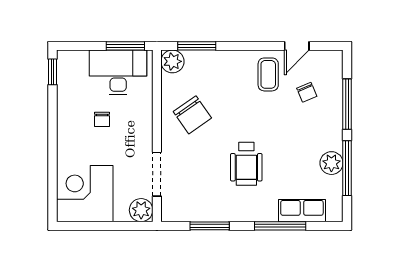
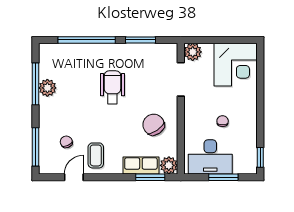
window: (125, 46) -> (223, 177), moved
window: (347, 104) -> (36, 147), moved
row of seats: (302, 211) -> (141, 166), moved, turned 180
window: (280, 226) -> (87, 40), width x1.46

